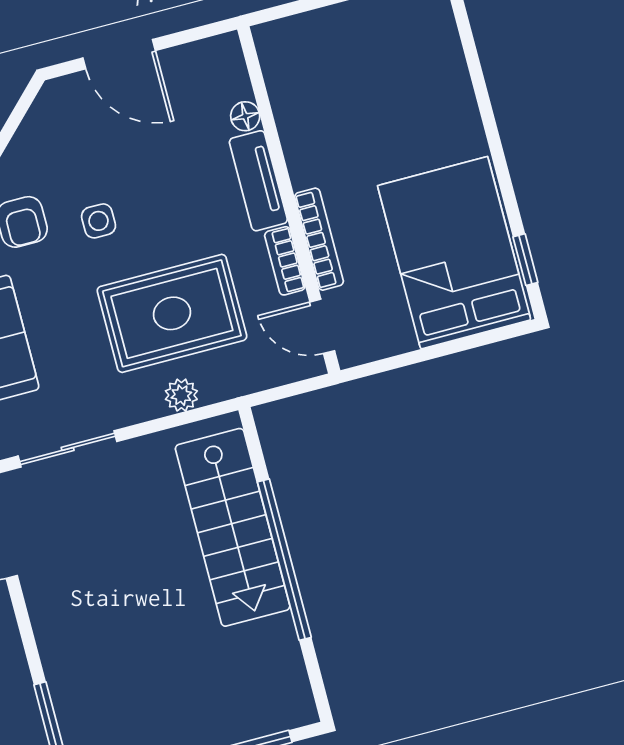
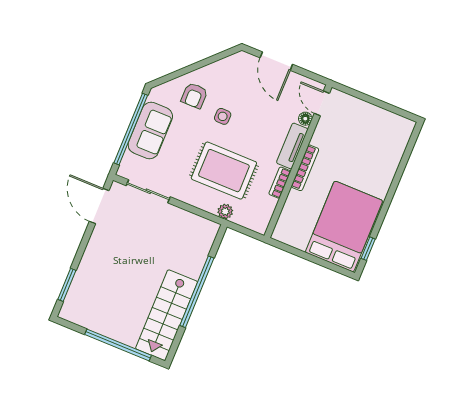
bookcase: (319, 239) -> (305, 168), moved
door: (322, 326) -> (322, 103), moved
plant: (181, 395) -> (225, 211), moved
stairs: (233, 527) -> (167, 315), moved

